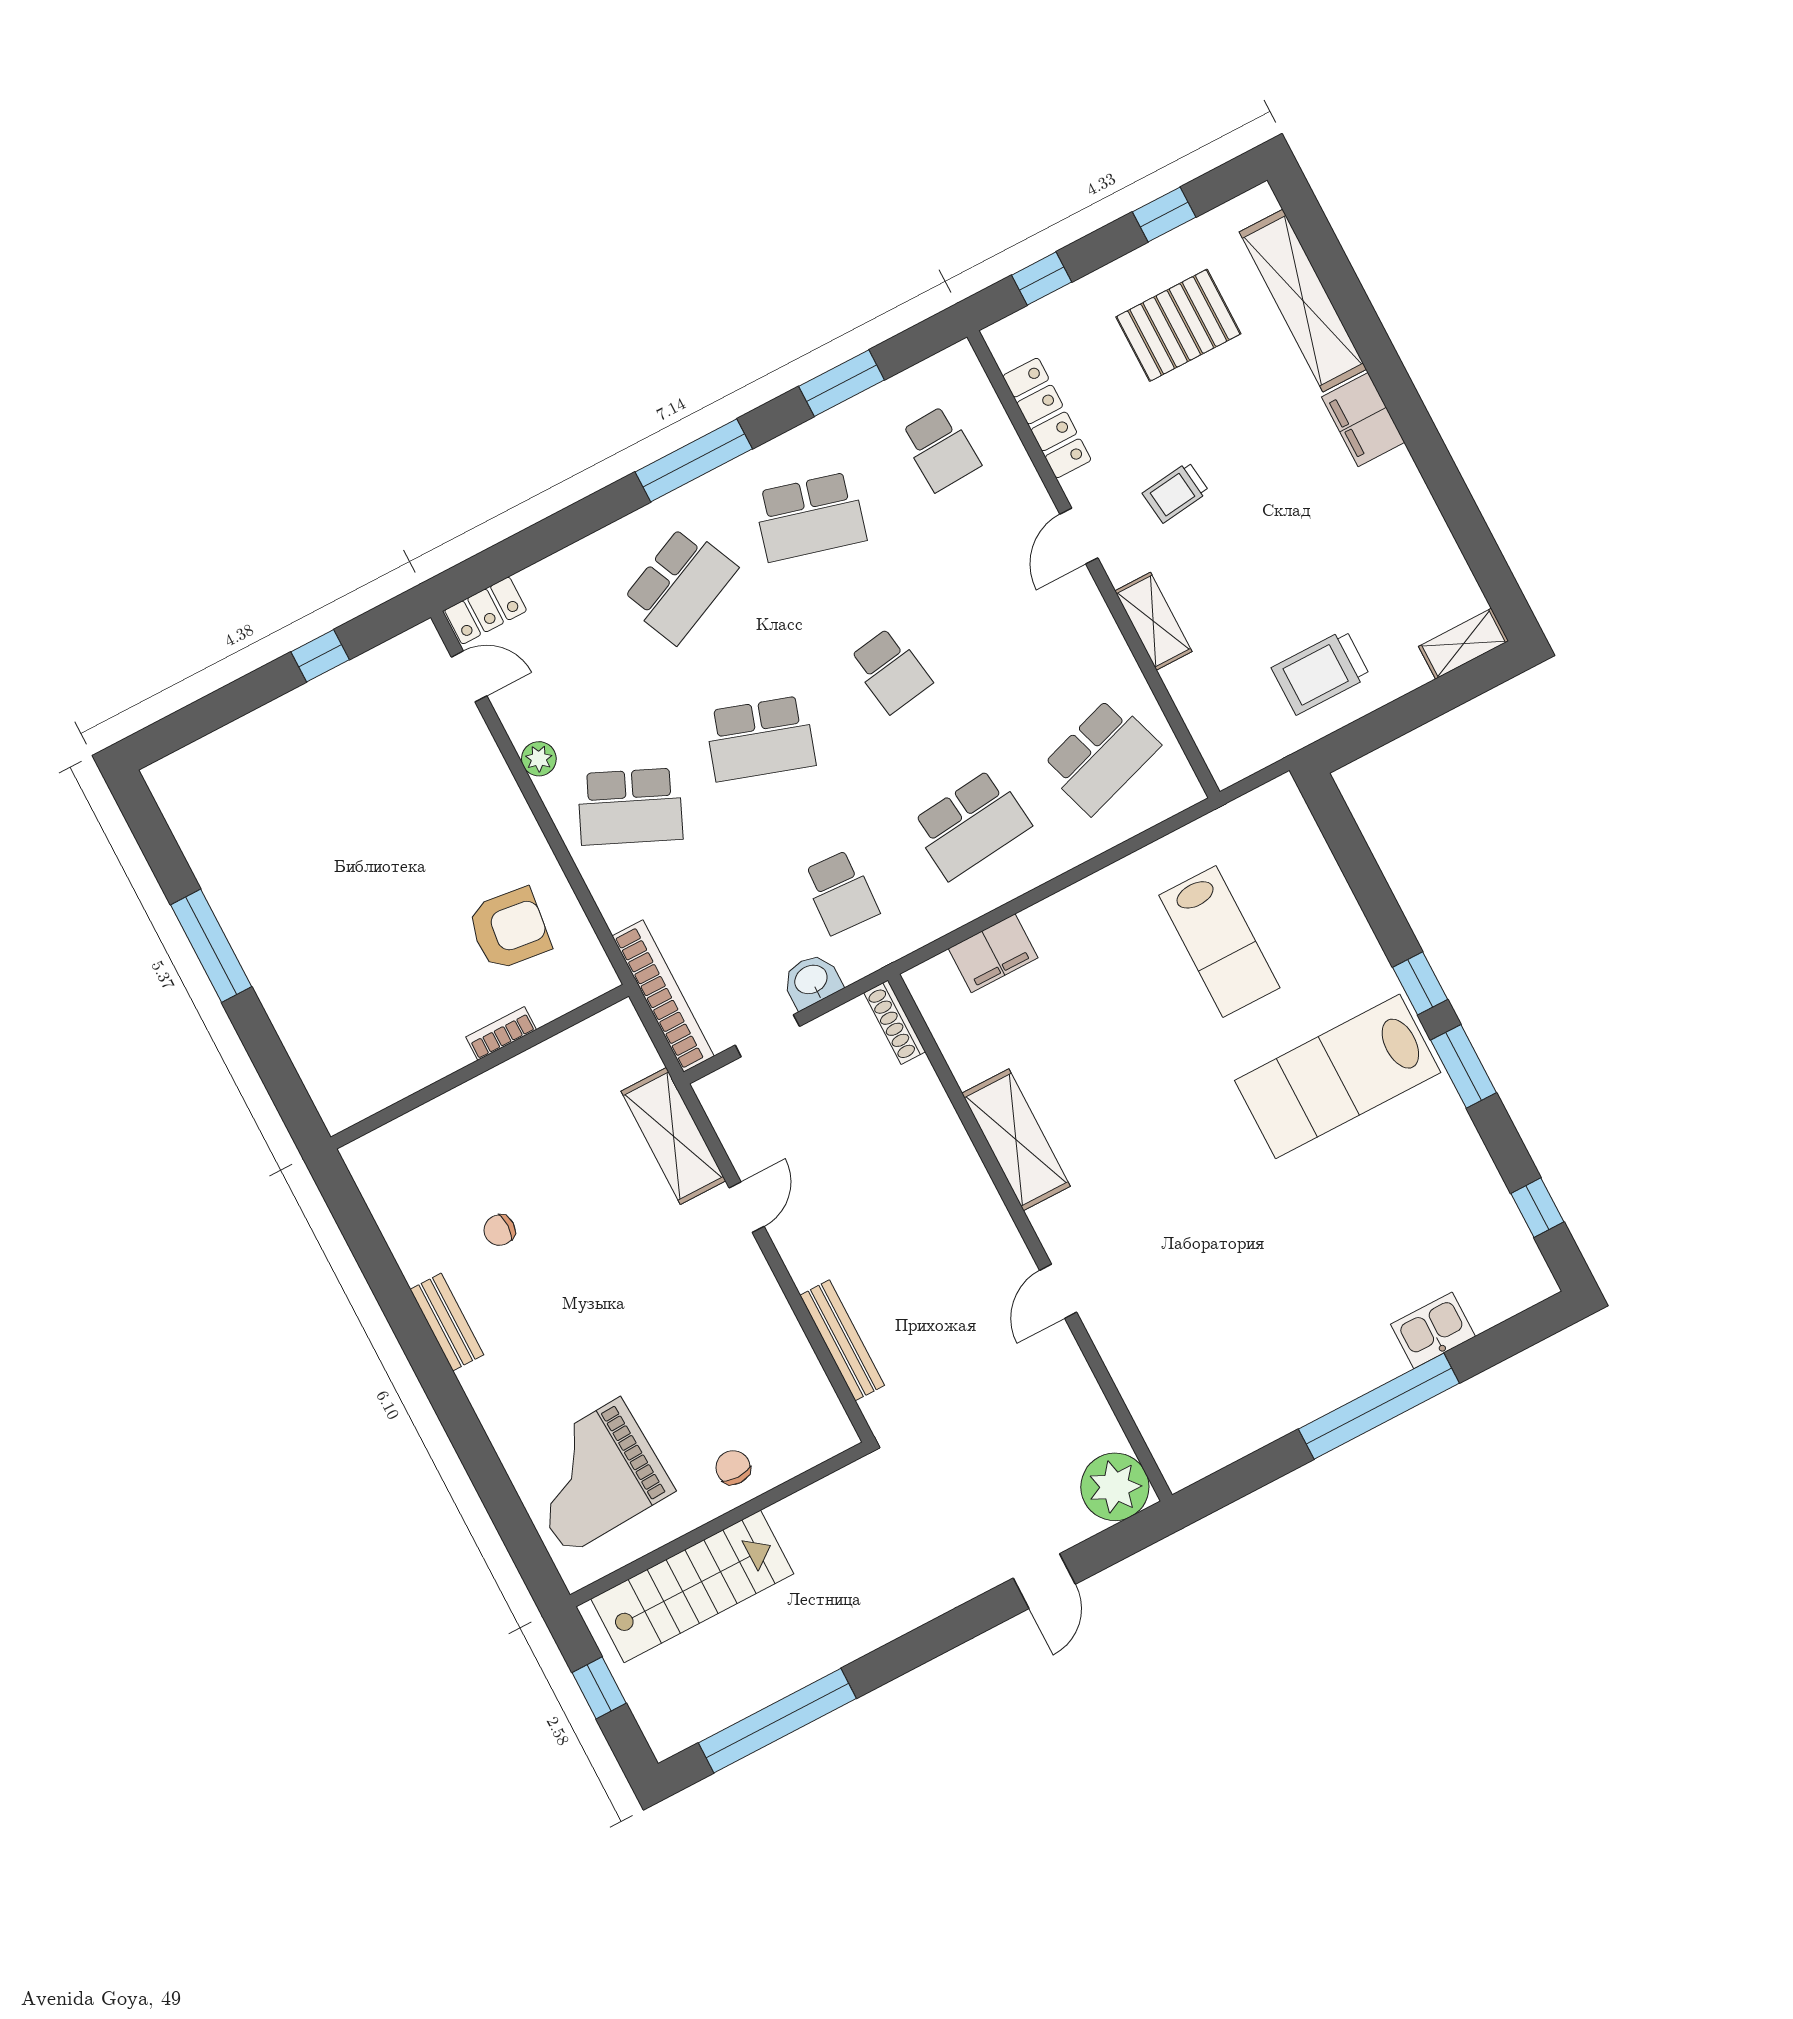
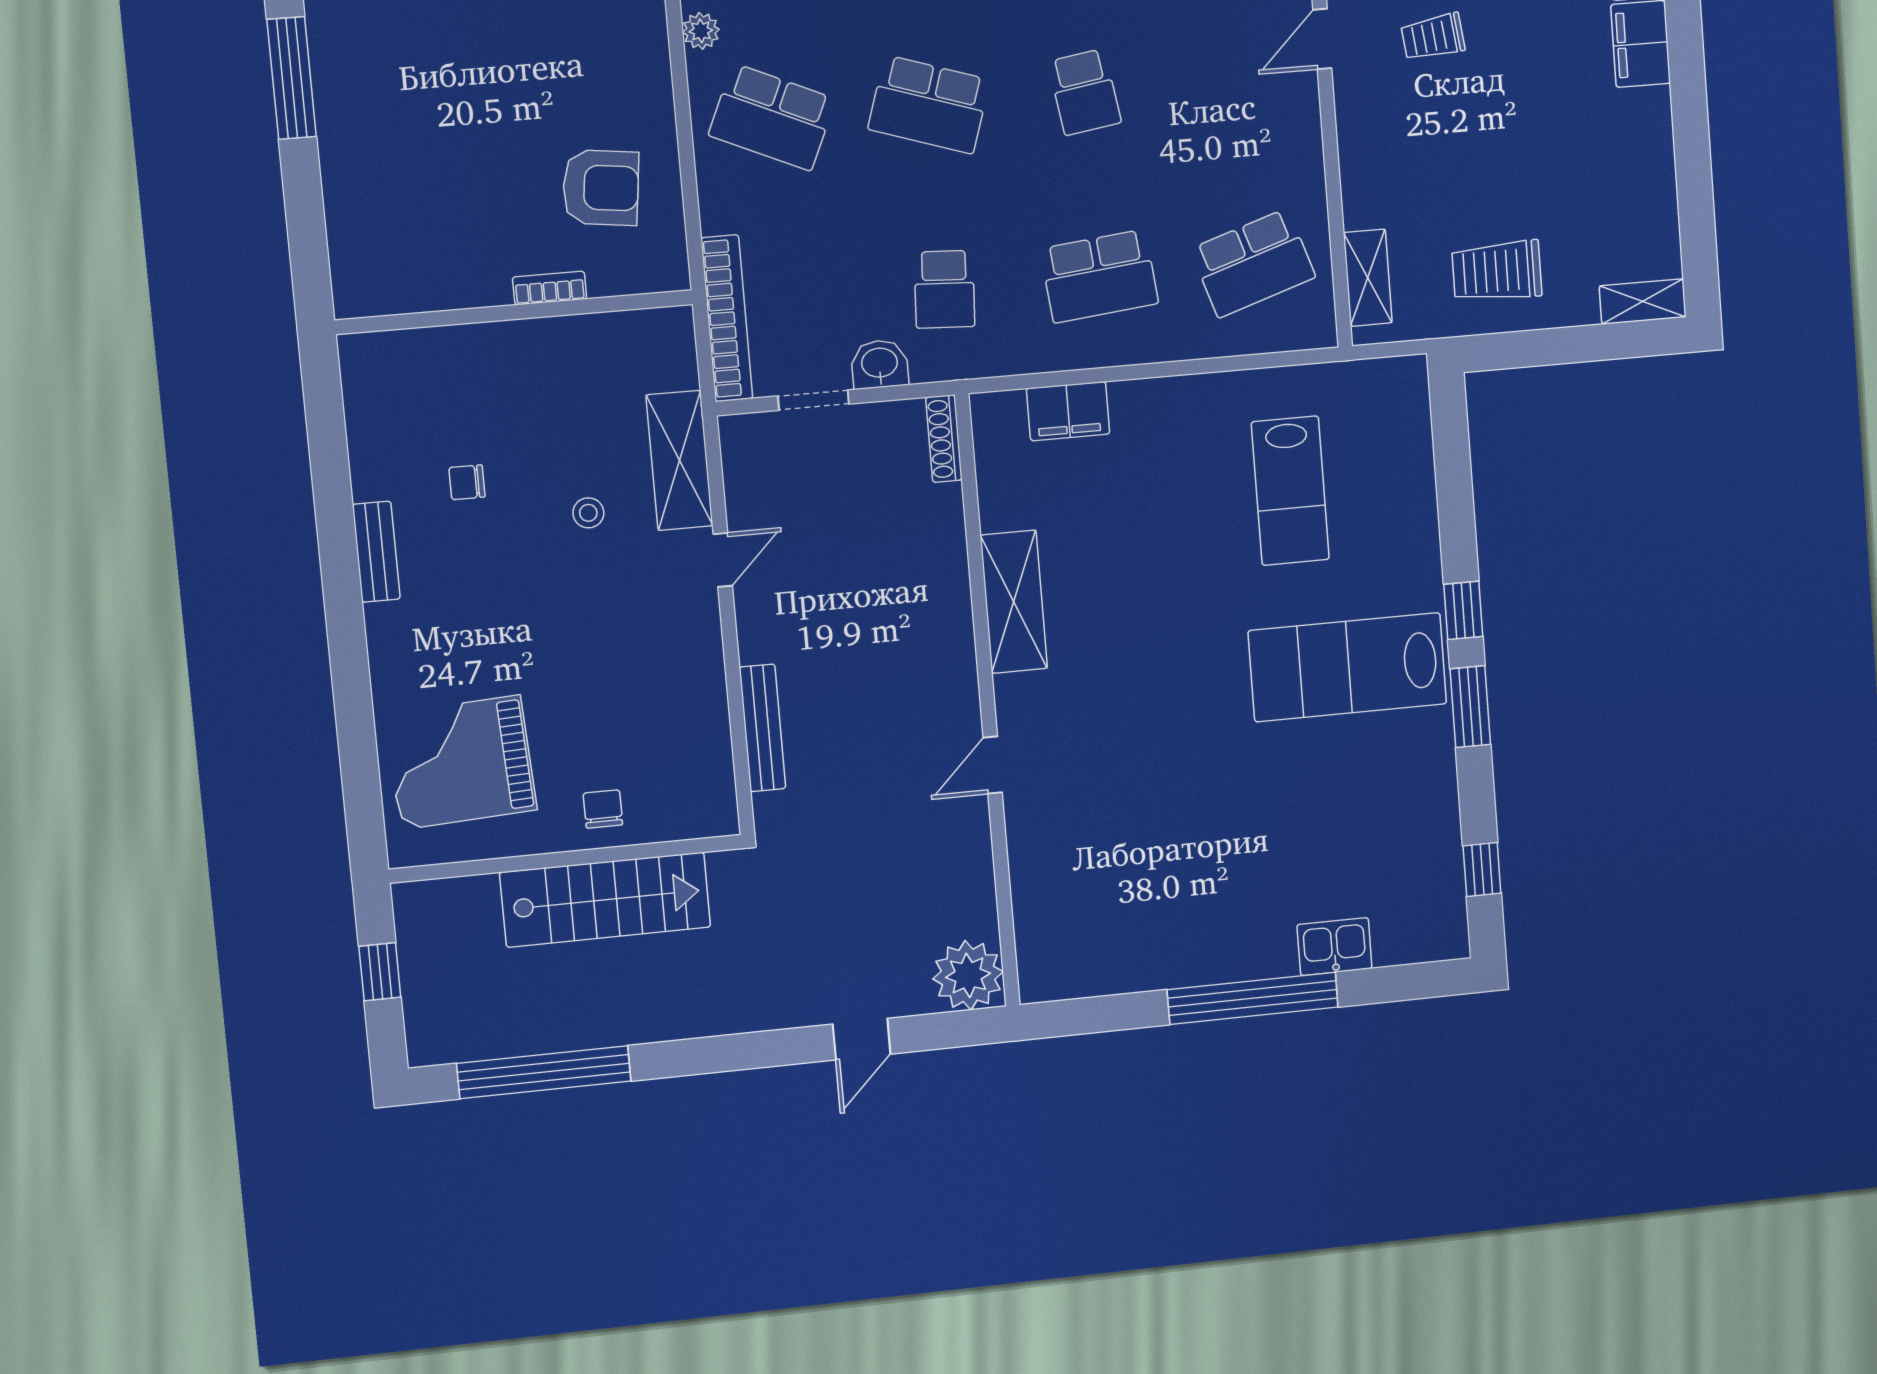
shelving: (1153, 621) -> (1368, 278), moved
stool: (614, 1214) -> (588, 513), added
stairs: (692, 1586) -> (605, 900), moved

